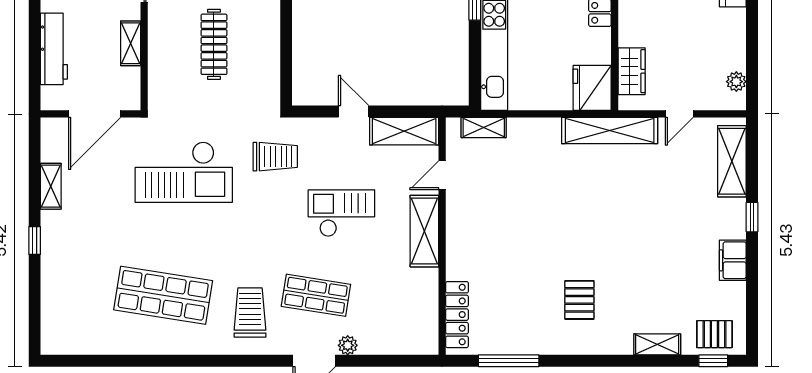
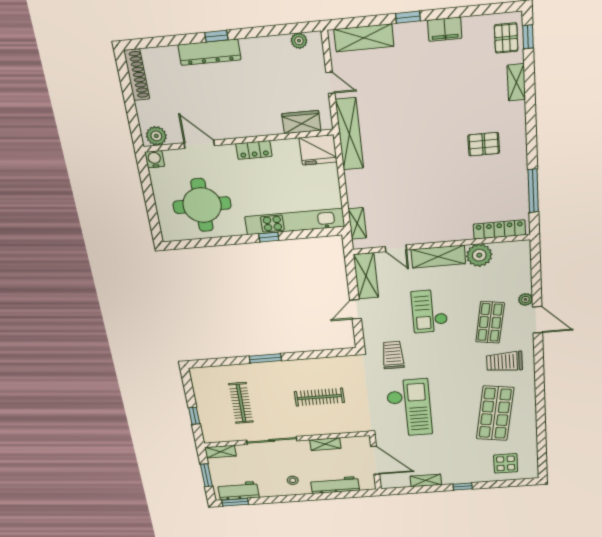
plant: (421, 286) -> (479, 255), added
display table: (72, 307) -> (506, 463), added

